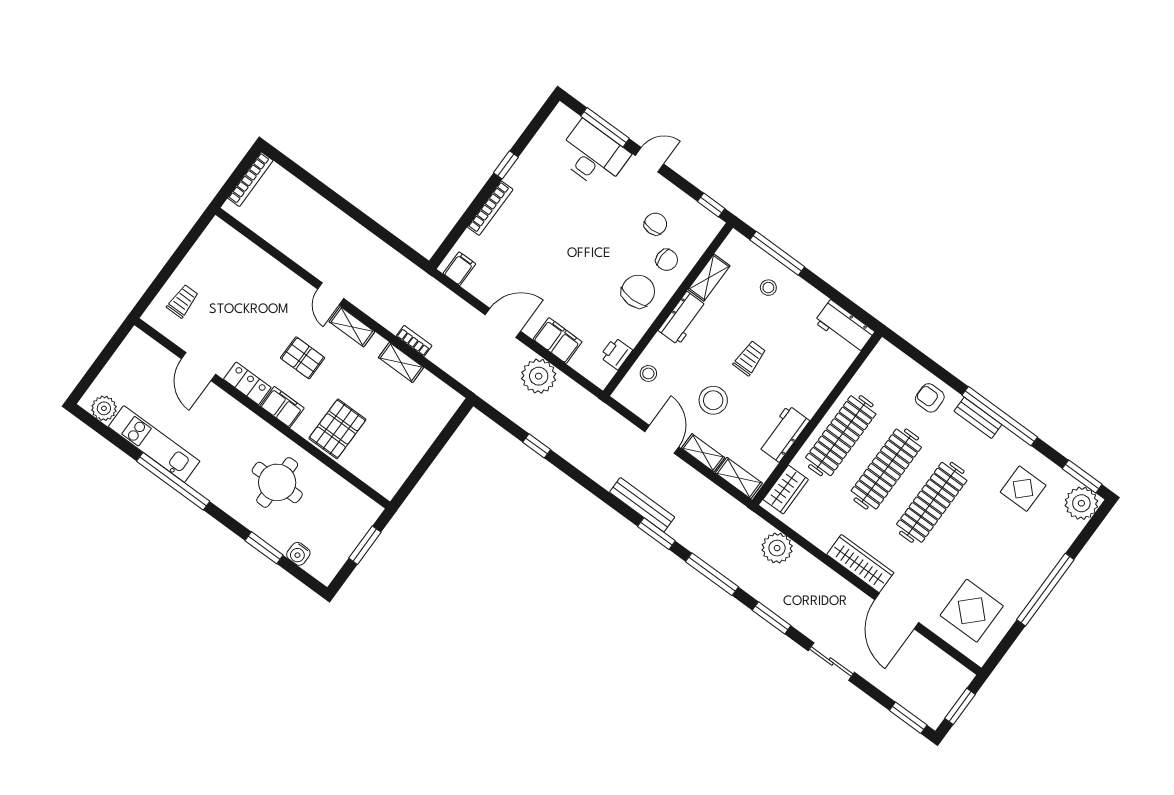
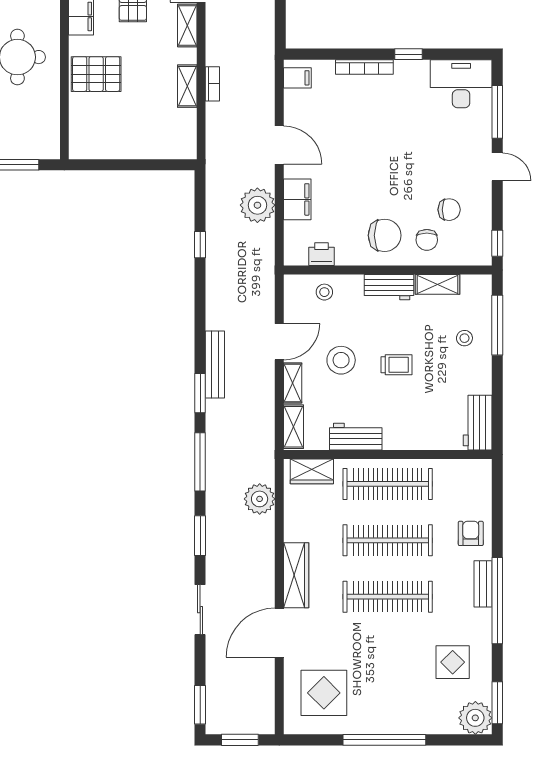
desk: (593, 155) -> (461, 84), moved, turned -90

